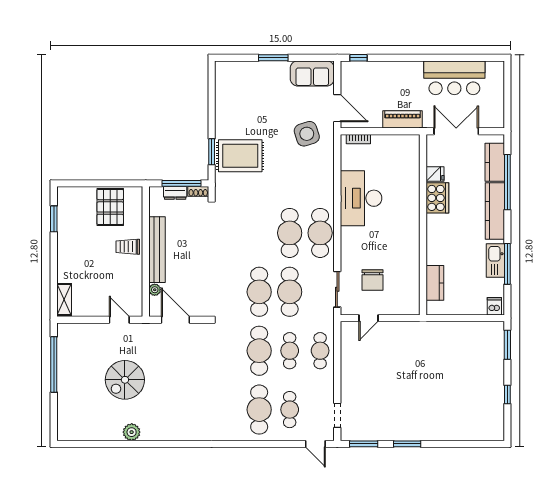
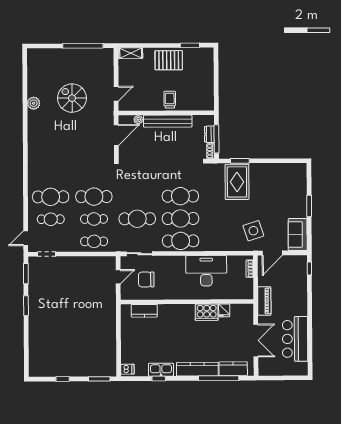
fridge: (435, 174) -> (224, 310), moved
cooker: (437, 198) -> (207, 312), moved
pallet: (110, 207) -> (169, 60), moved
wall: (423, 225) -> (187, 302), moved
window: (507, 264) -> (159, 379), width x0.46
kitchen counter: (435, 283) -> (144, 311), moved
cafe table: (259, 292) -> (180, 196), moved
door: (369, 318) -> (118, 277), swing flipped

